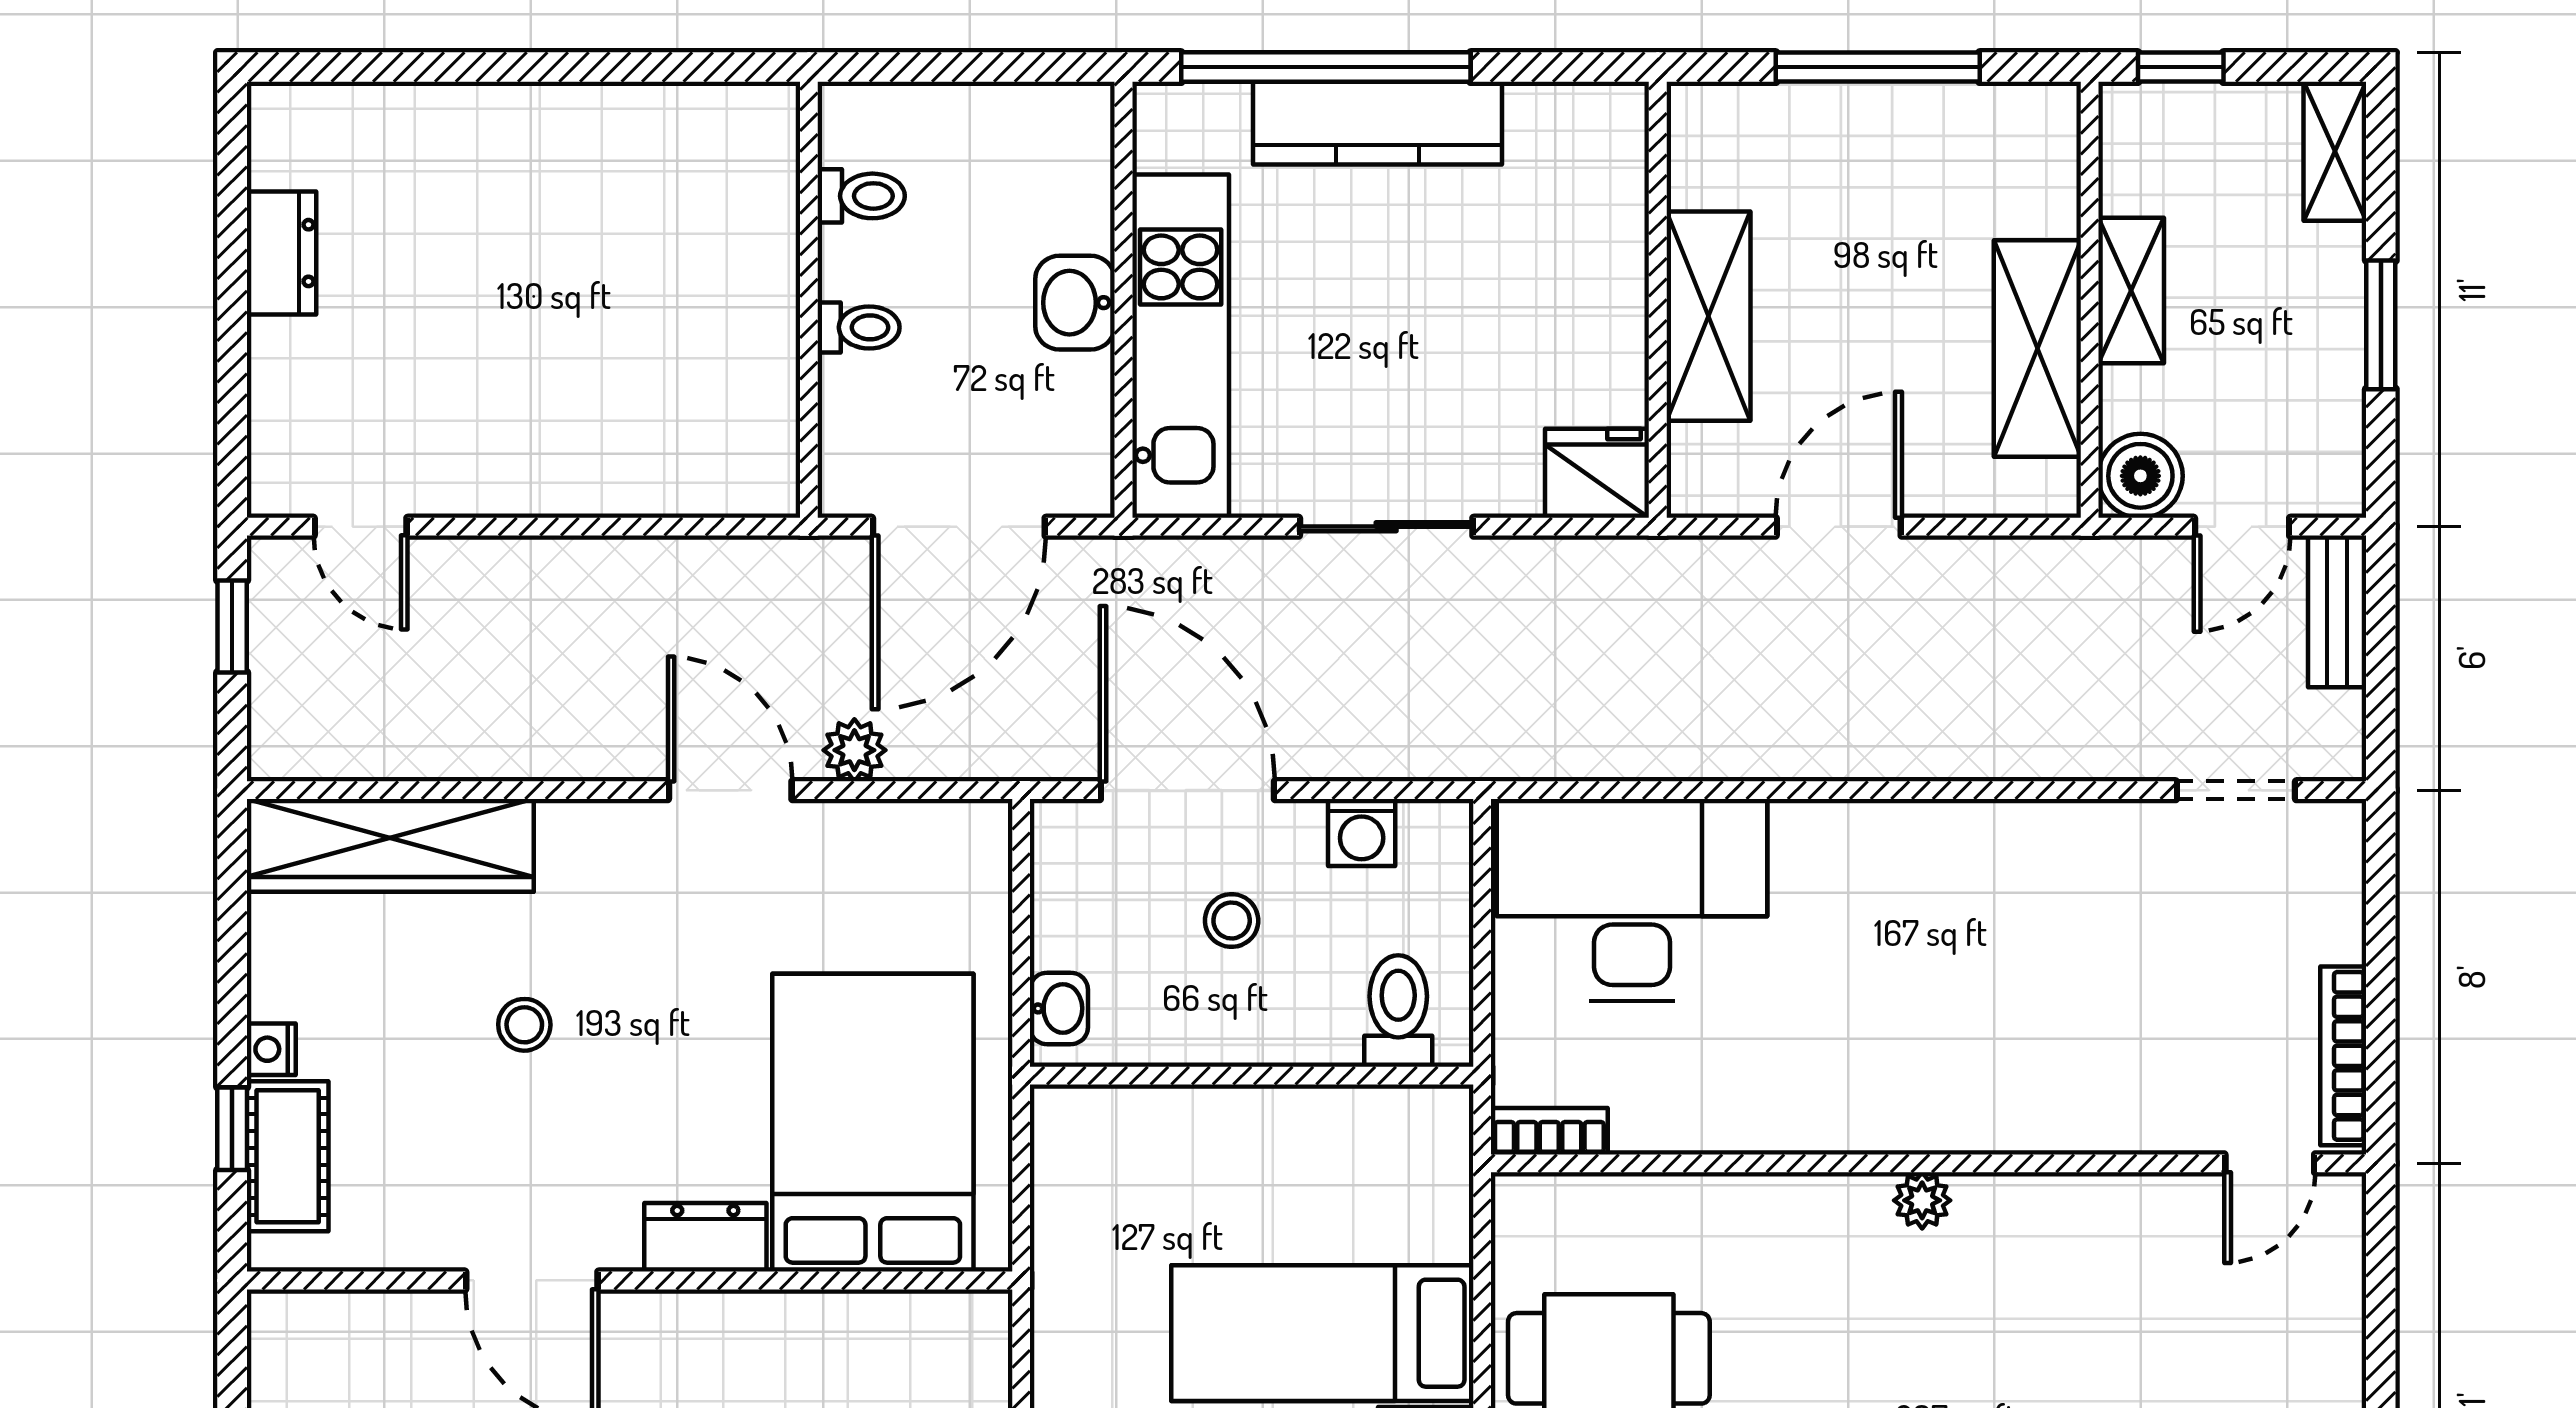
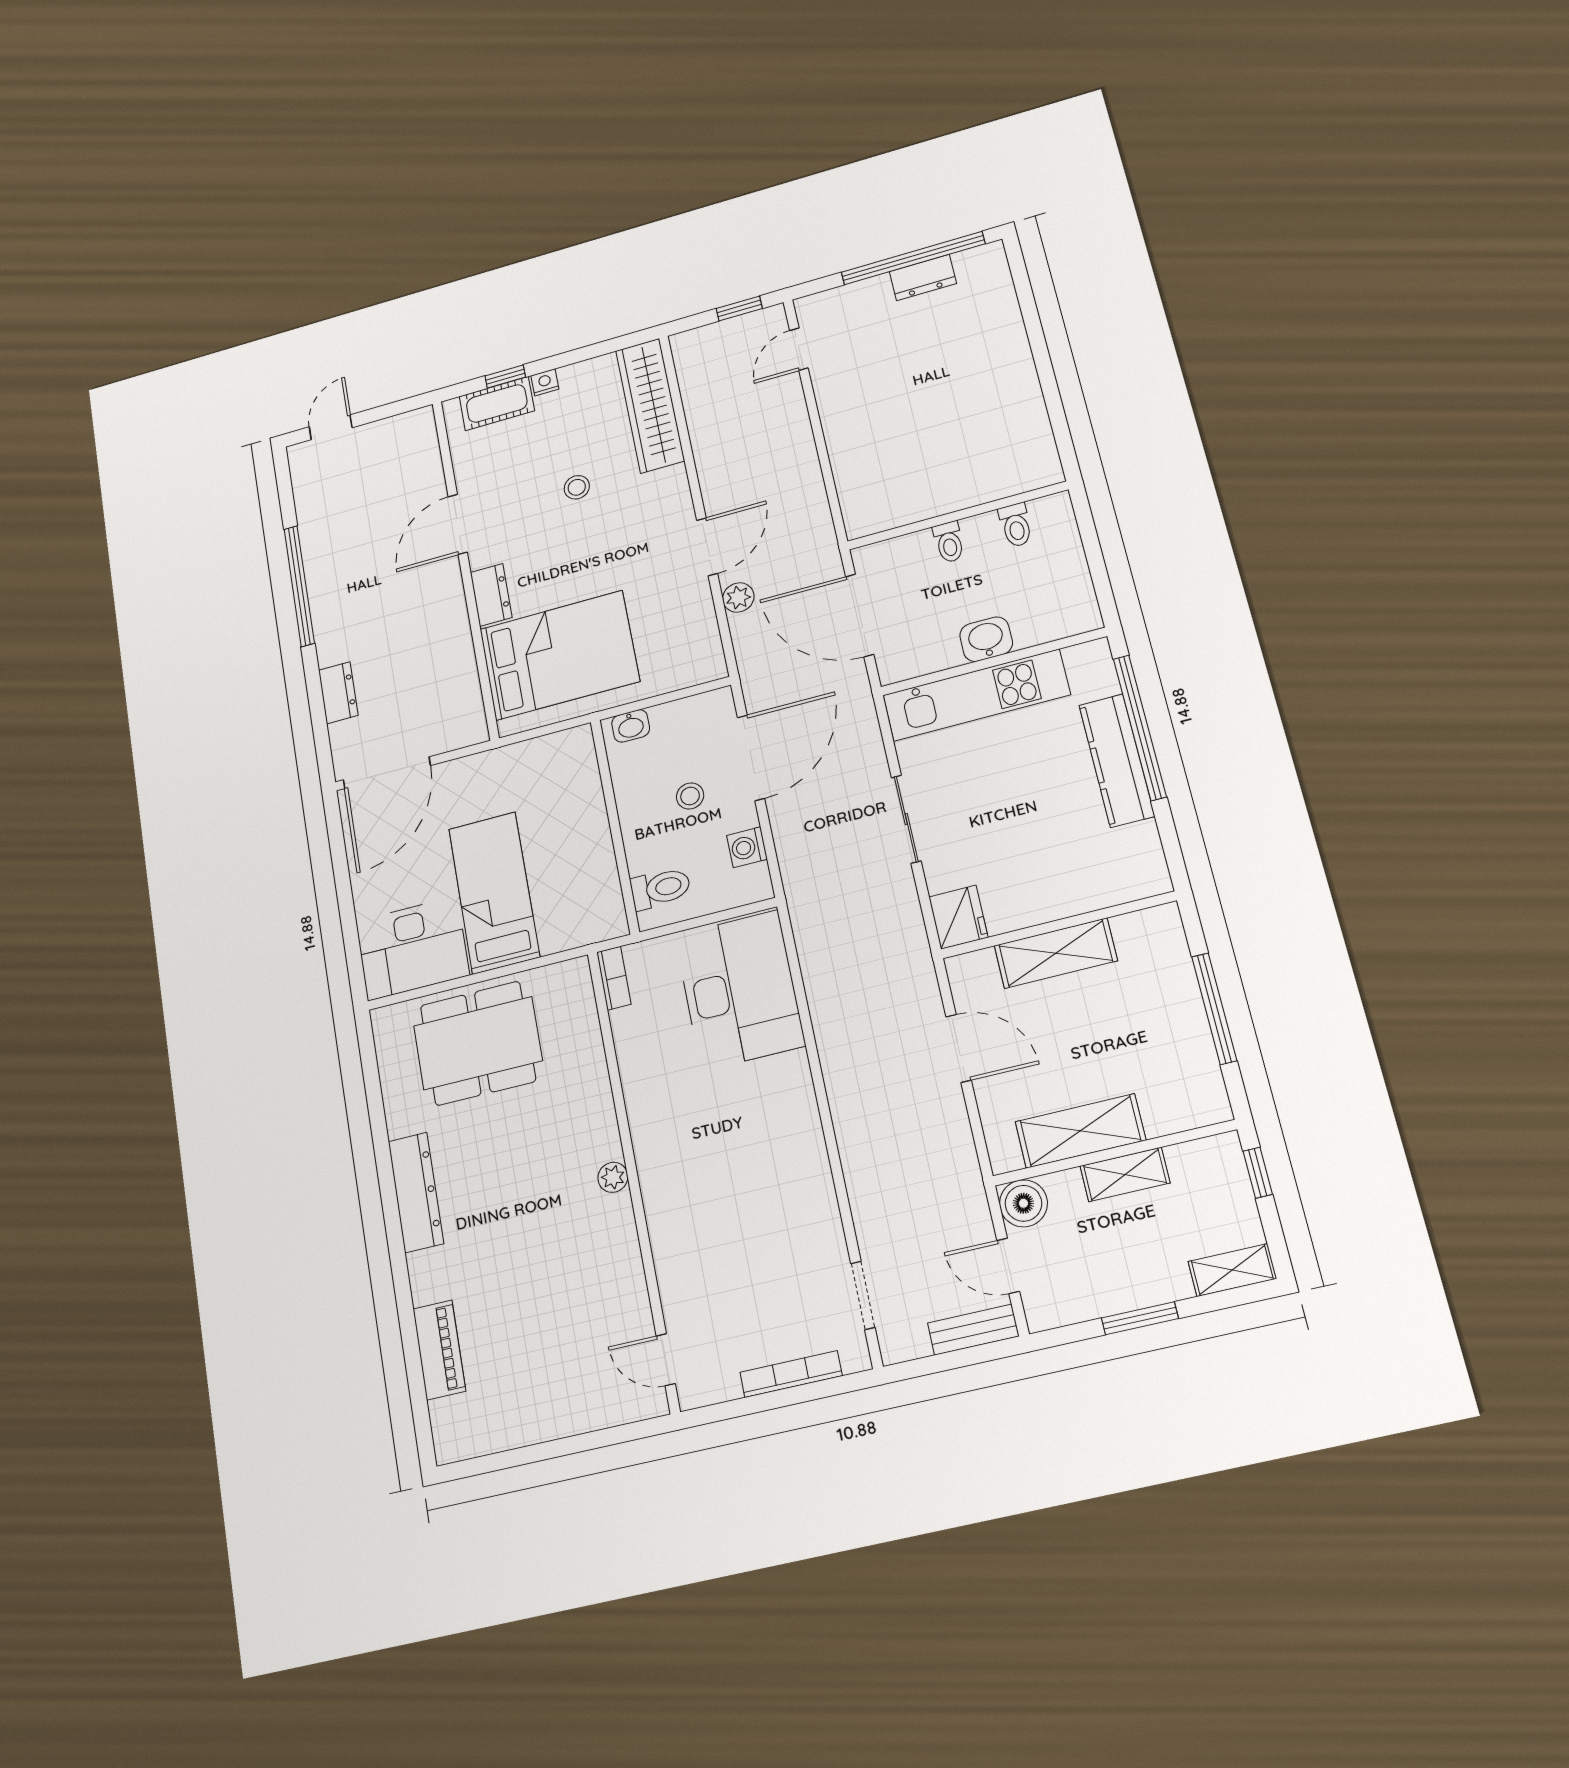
window: (232, 263) -> (913, 258), added
bookcase: (2343, 1056) -> (791, 1374), moved

